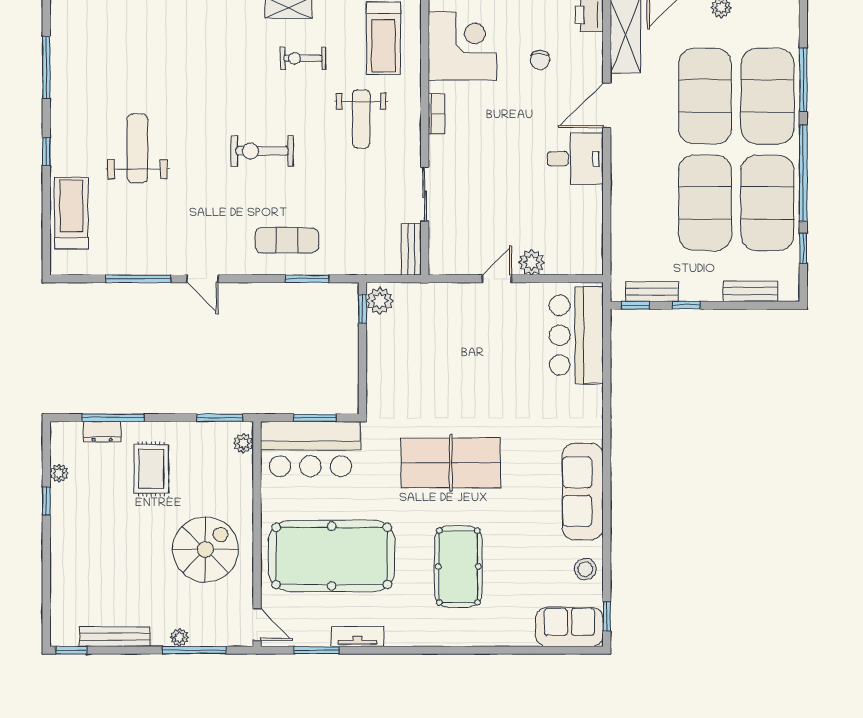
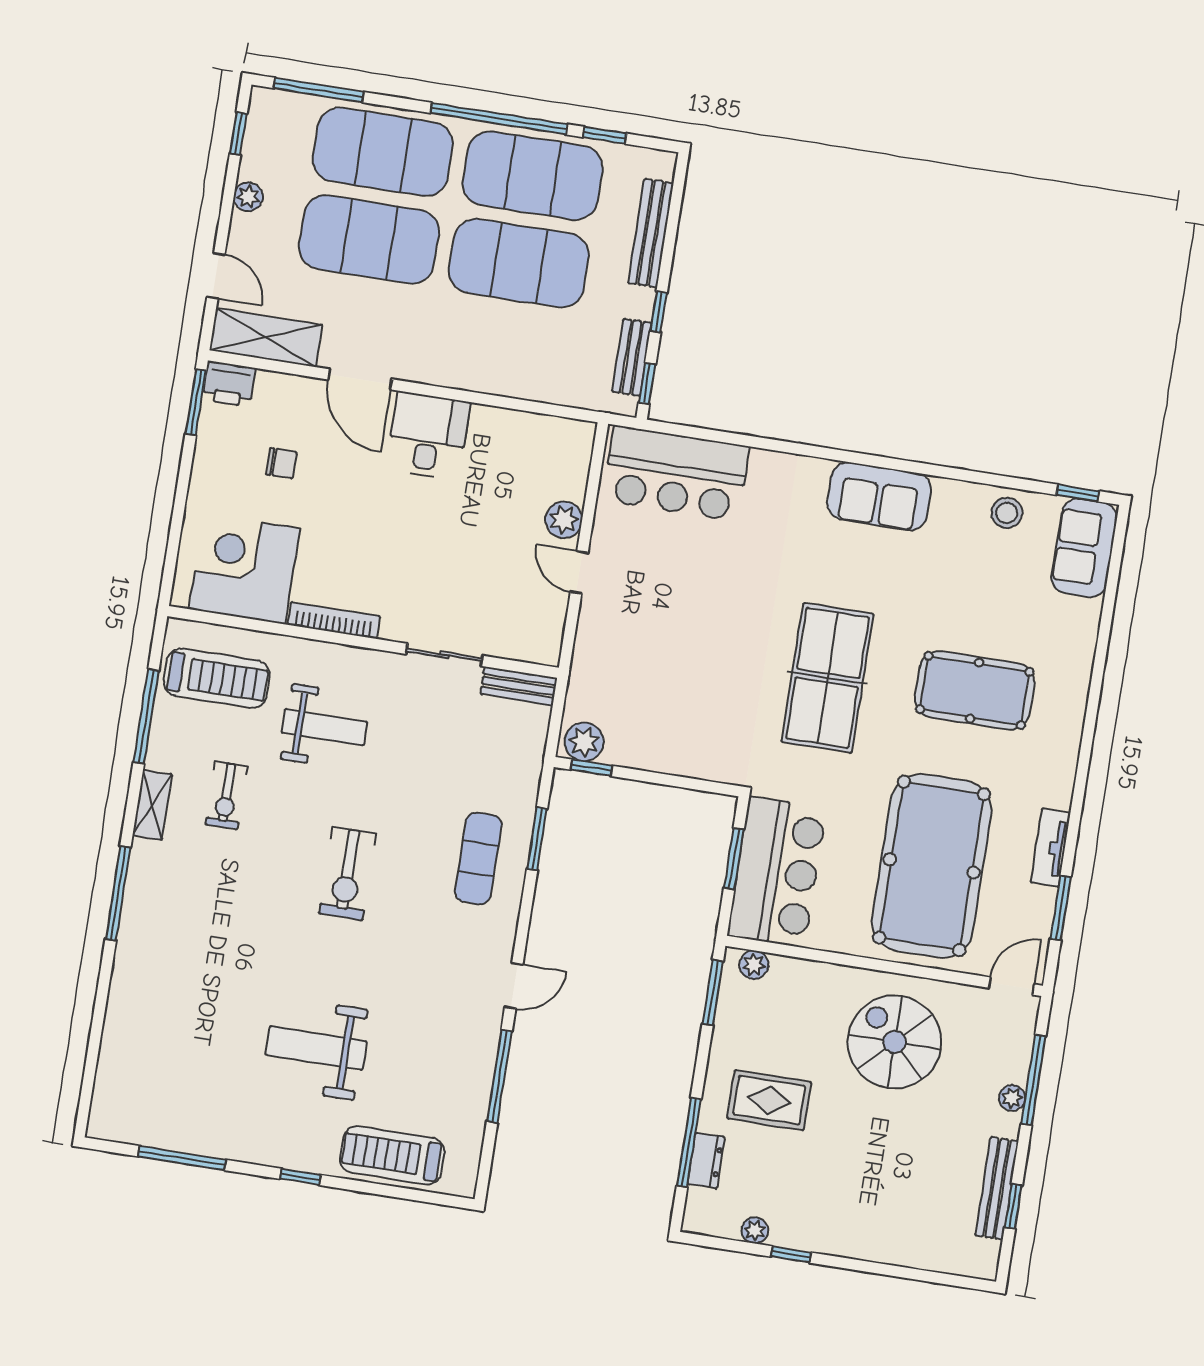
window: (803, 80) -> (319, 90), moved
bookcase: (436, 114) -> (334, 620), width x1.56
bench: (750, 291) -> (651, 233), width x1.36
sofa: (583, 492) -> (879, 496), width x0.73
window: (71, 650) -> (1013, 1206), moved

